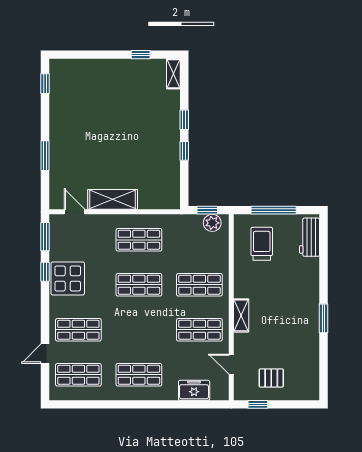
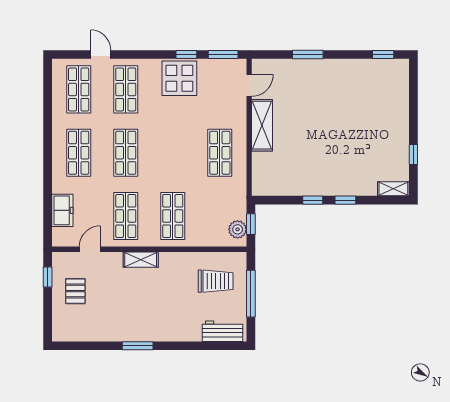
shop shelf: (139, 285) -> (126, 153), moved

